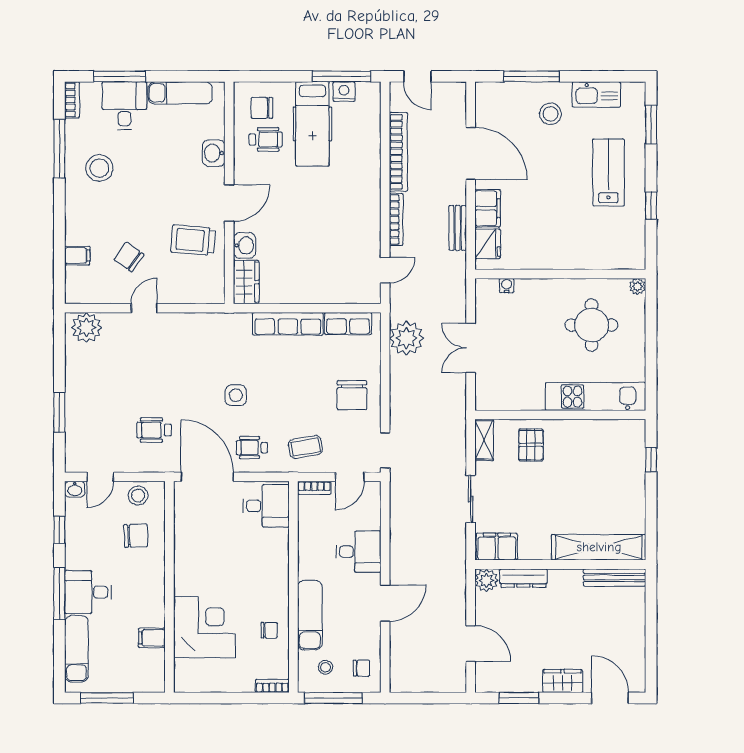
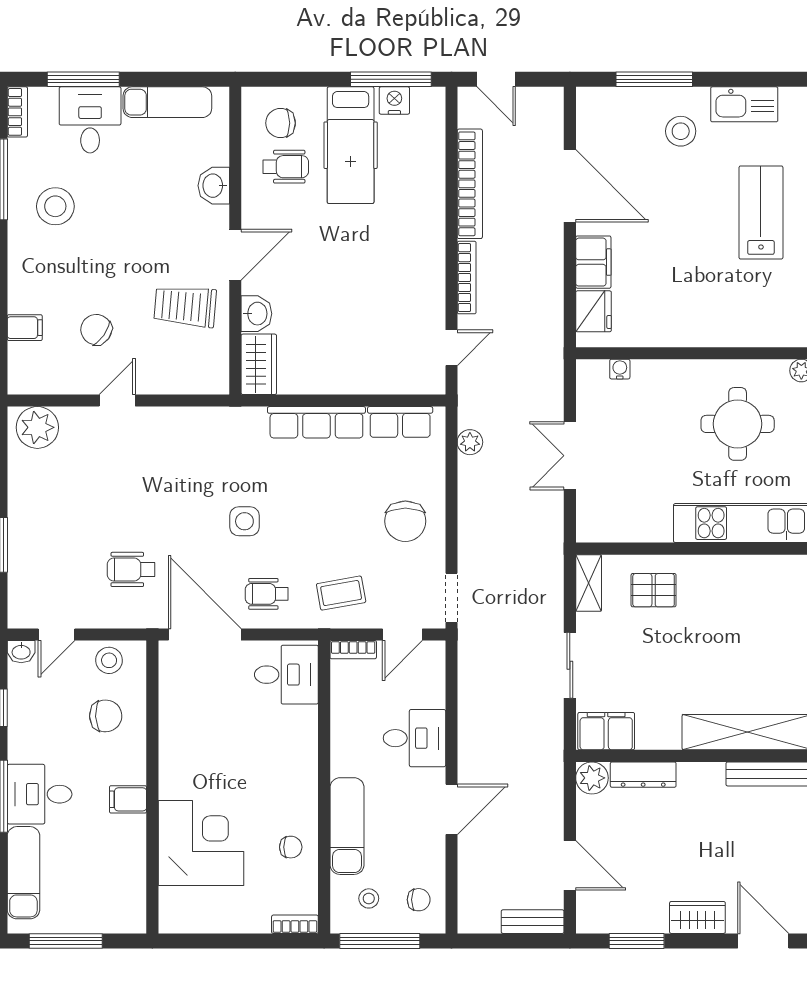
bench: (458, 228) -> (533, 922), moved, turned 90
plant: (406, 338) -> (470, 442), width x0.53, depth x0.53
pallet: (531, 445) -> (654, 590), turned 90
filing cabinet: (152, 638) -> (128, 799), moved

